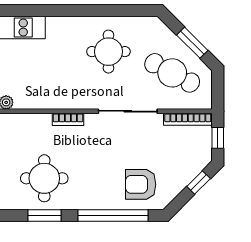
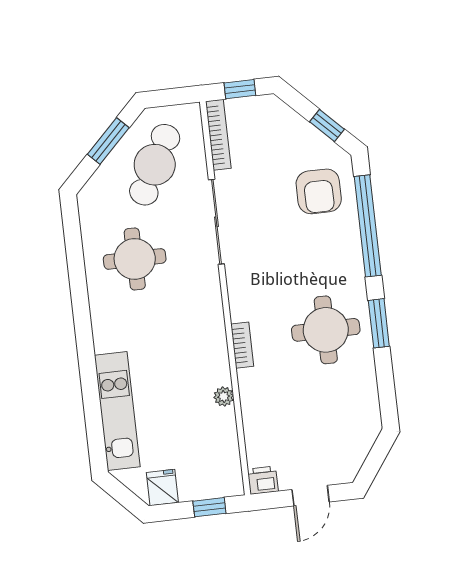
bookcase: (68, 119) -> (242, 345), moved
window: (199, 182) -> (327, 125), moved

